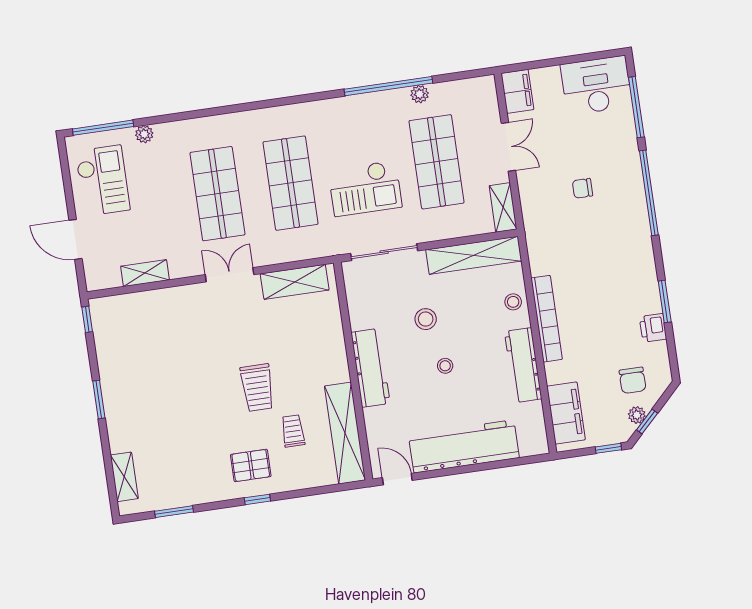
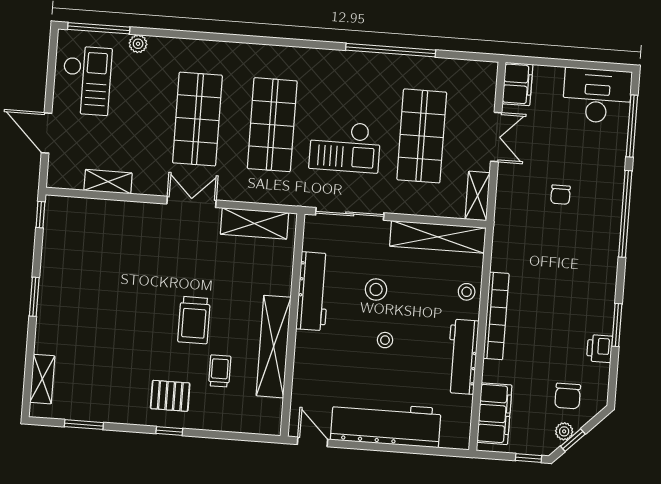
plant: (420, 94) -> (420, 65), removed
chair: (582, 188) -> (560, 195), turned -90
workbench: (370, 368) -> (313, 291), moved
shelving: (345, 433) -> (274, 347), moved

